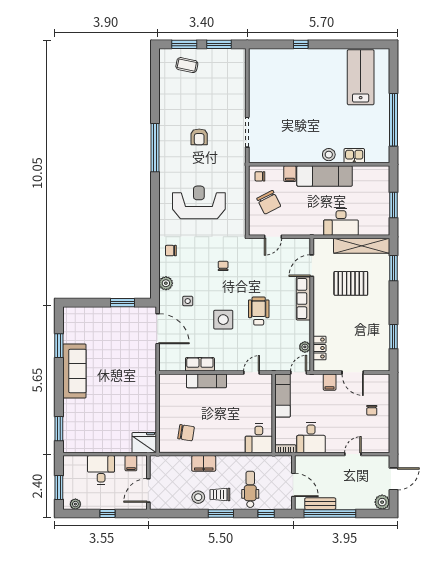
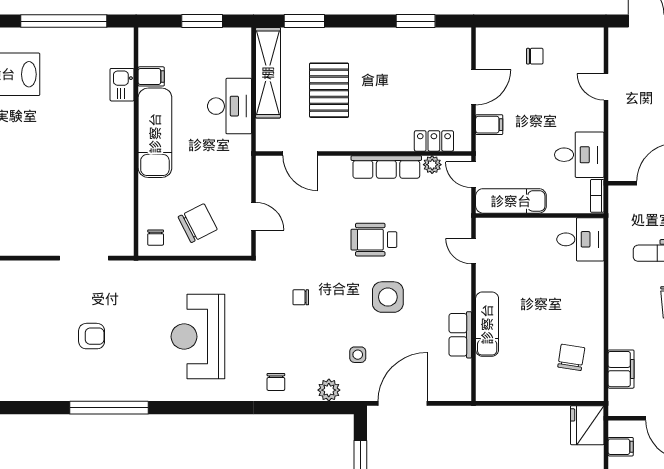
stool: (329, 155) -> (120, 126), removed
filing cabinet: (290, 174) -> (151, 76), moved
row of seats: (303, 299) -> (386, 167), moved
filing cabinet: (204, 463) -> (621, 369), moved

